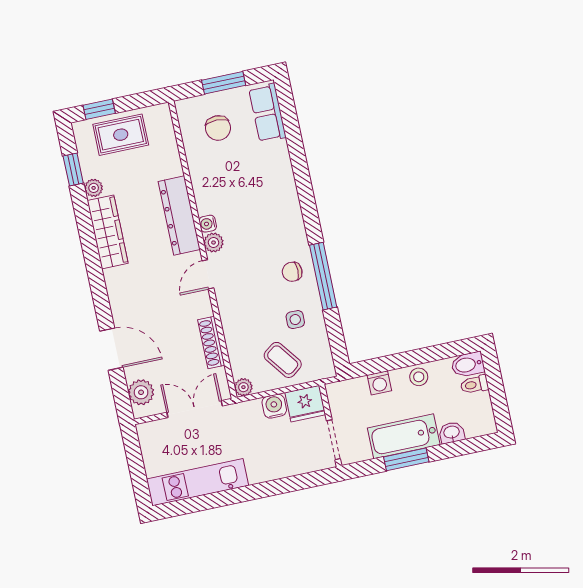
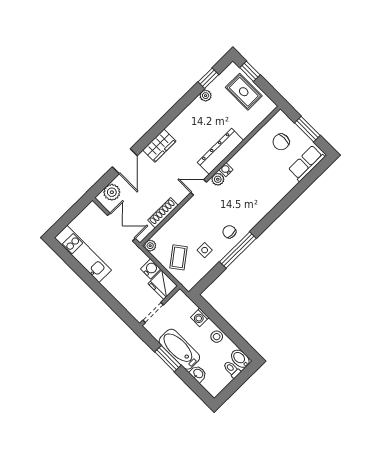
wardrobe: (108, 232) -> (159, 146), moved, width x0.67

